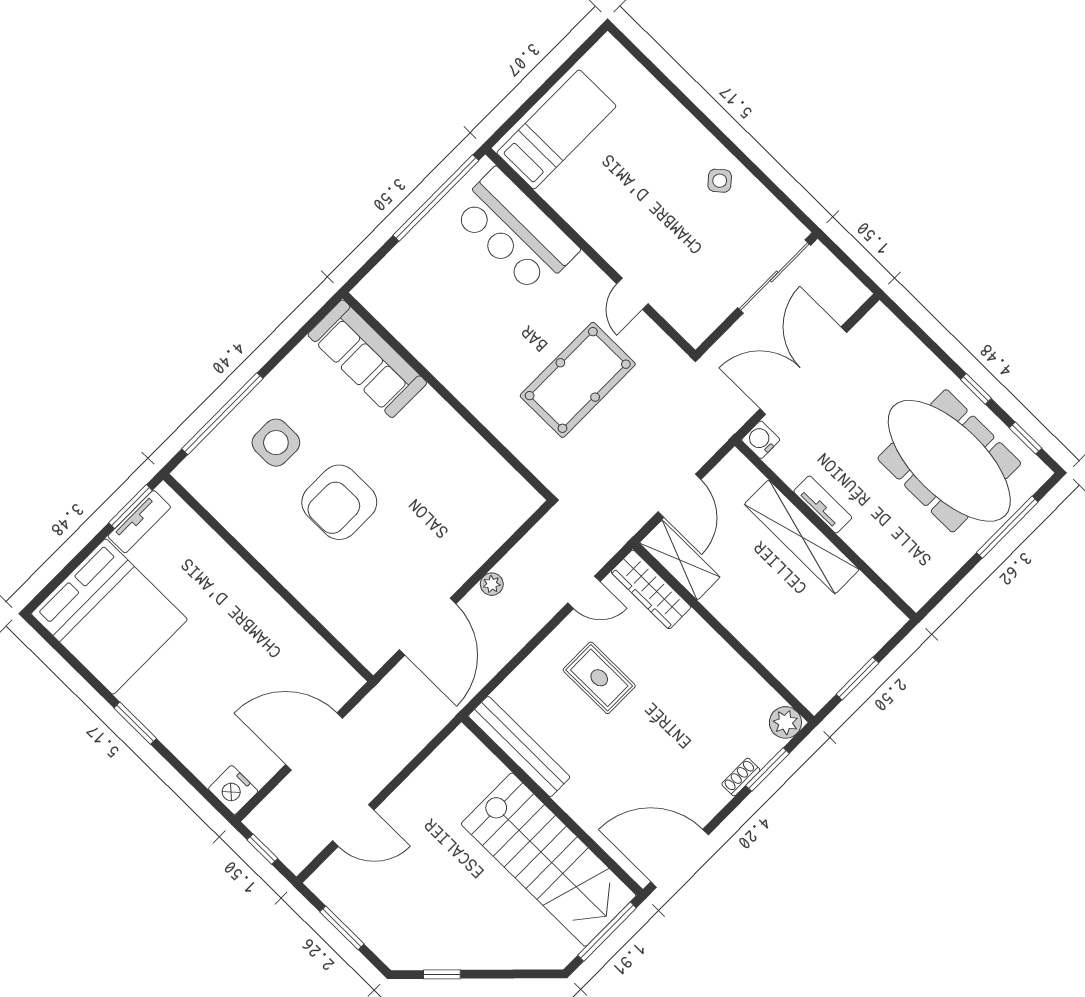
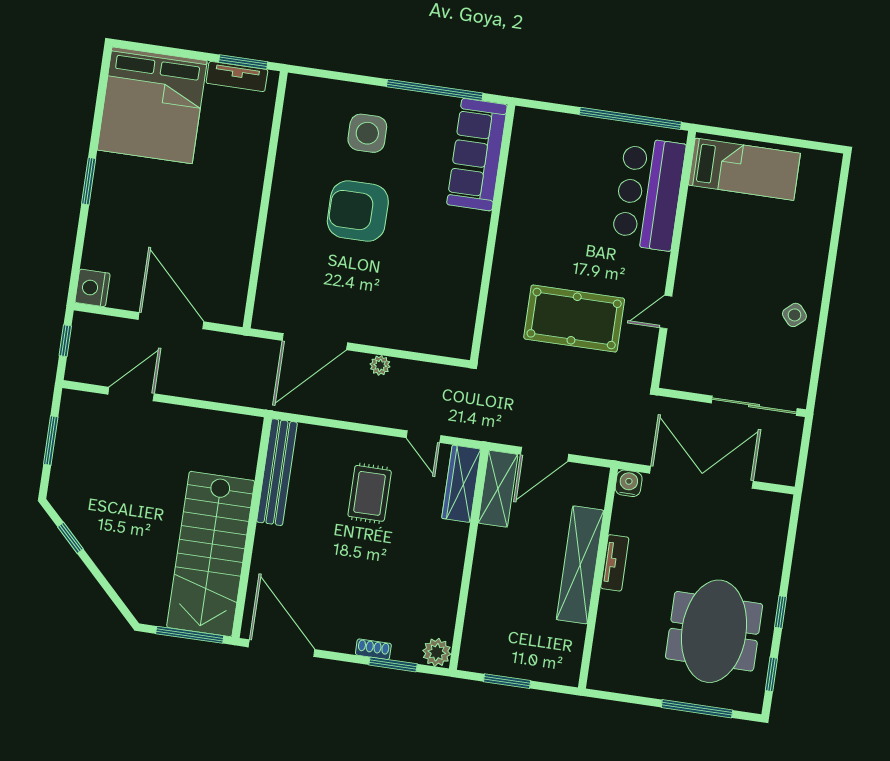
window: (222, 414) -> (435, 90), moved
meeting table: (949, 461) -> (714, 631), width x0.73
door: (353, 825) -> (131, 394), swing flipped

